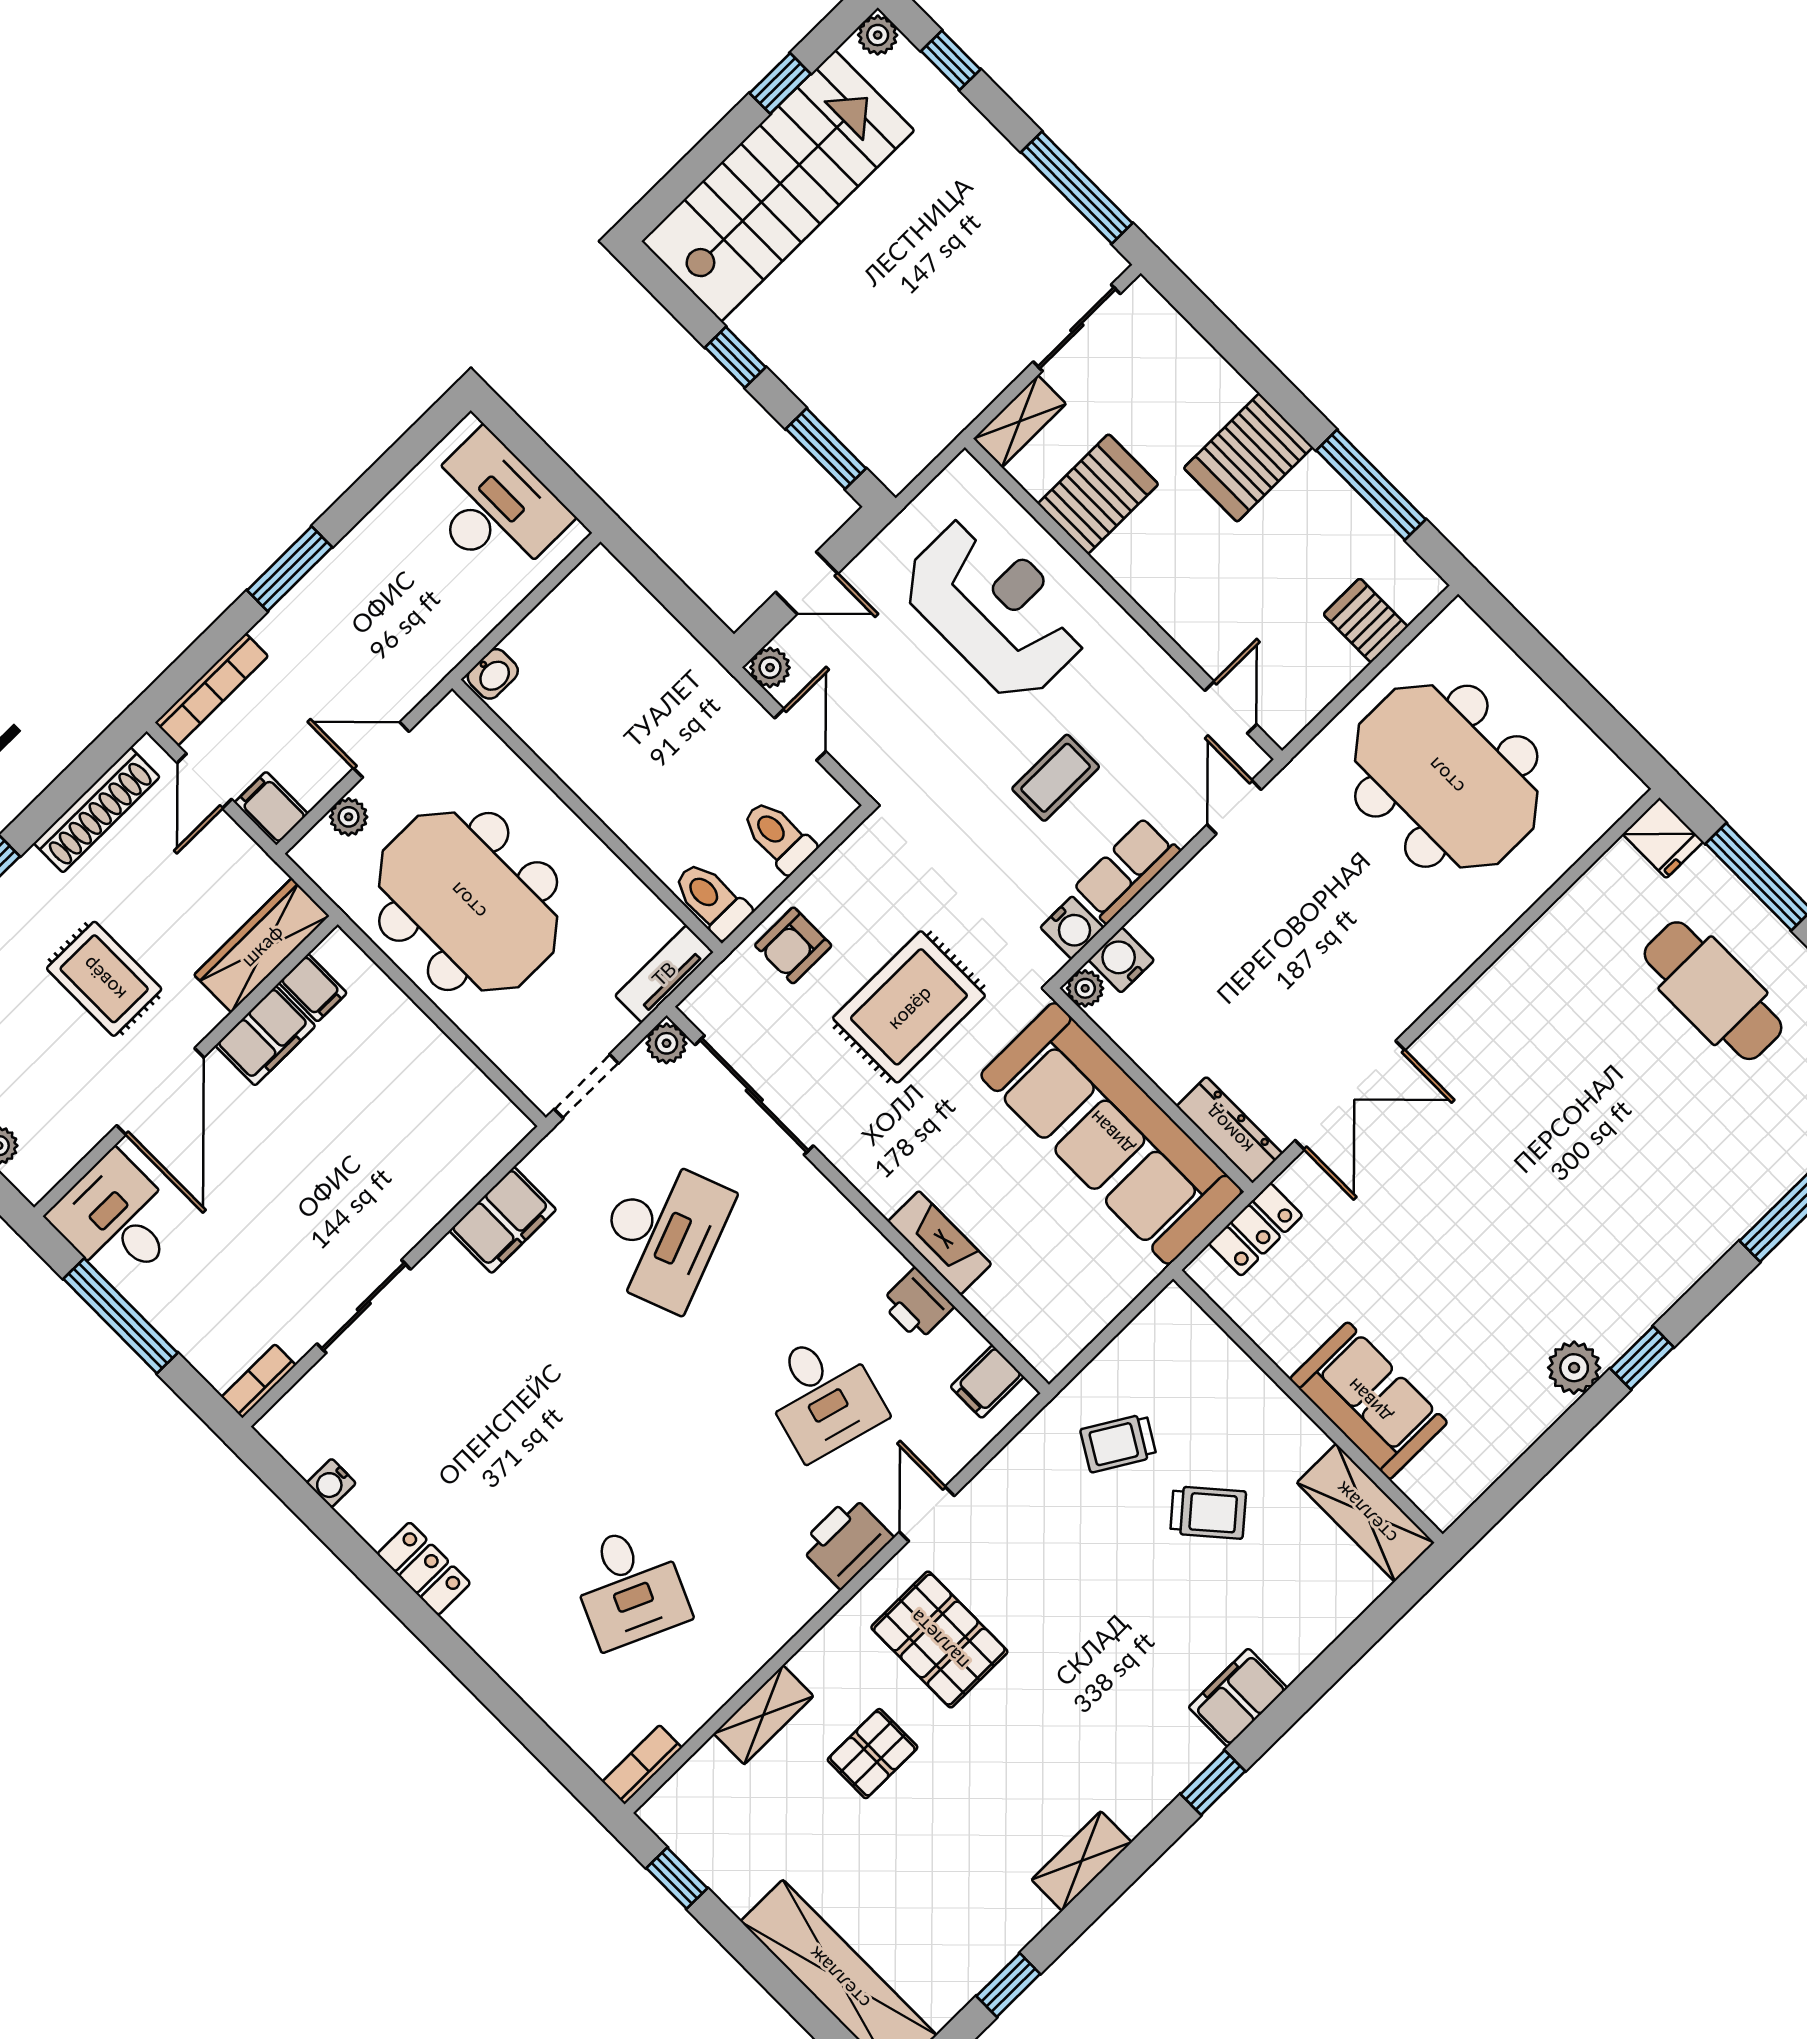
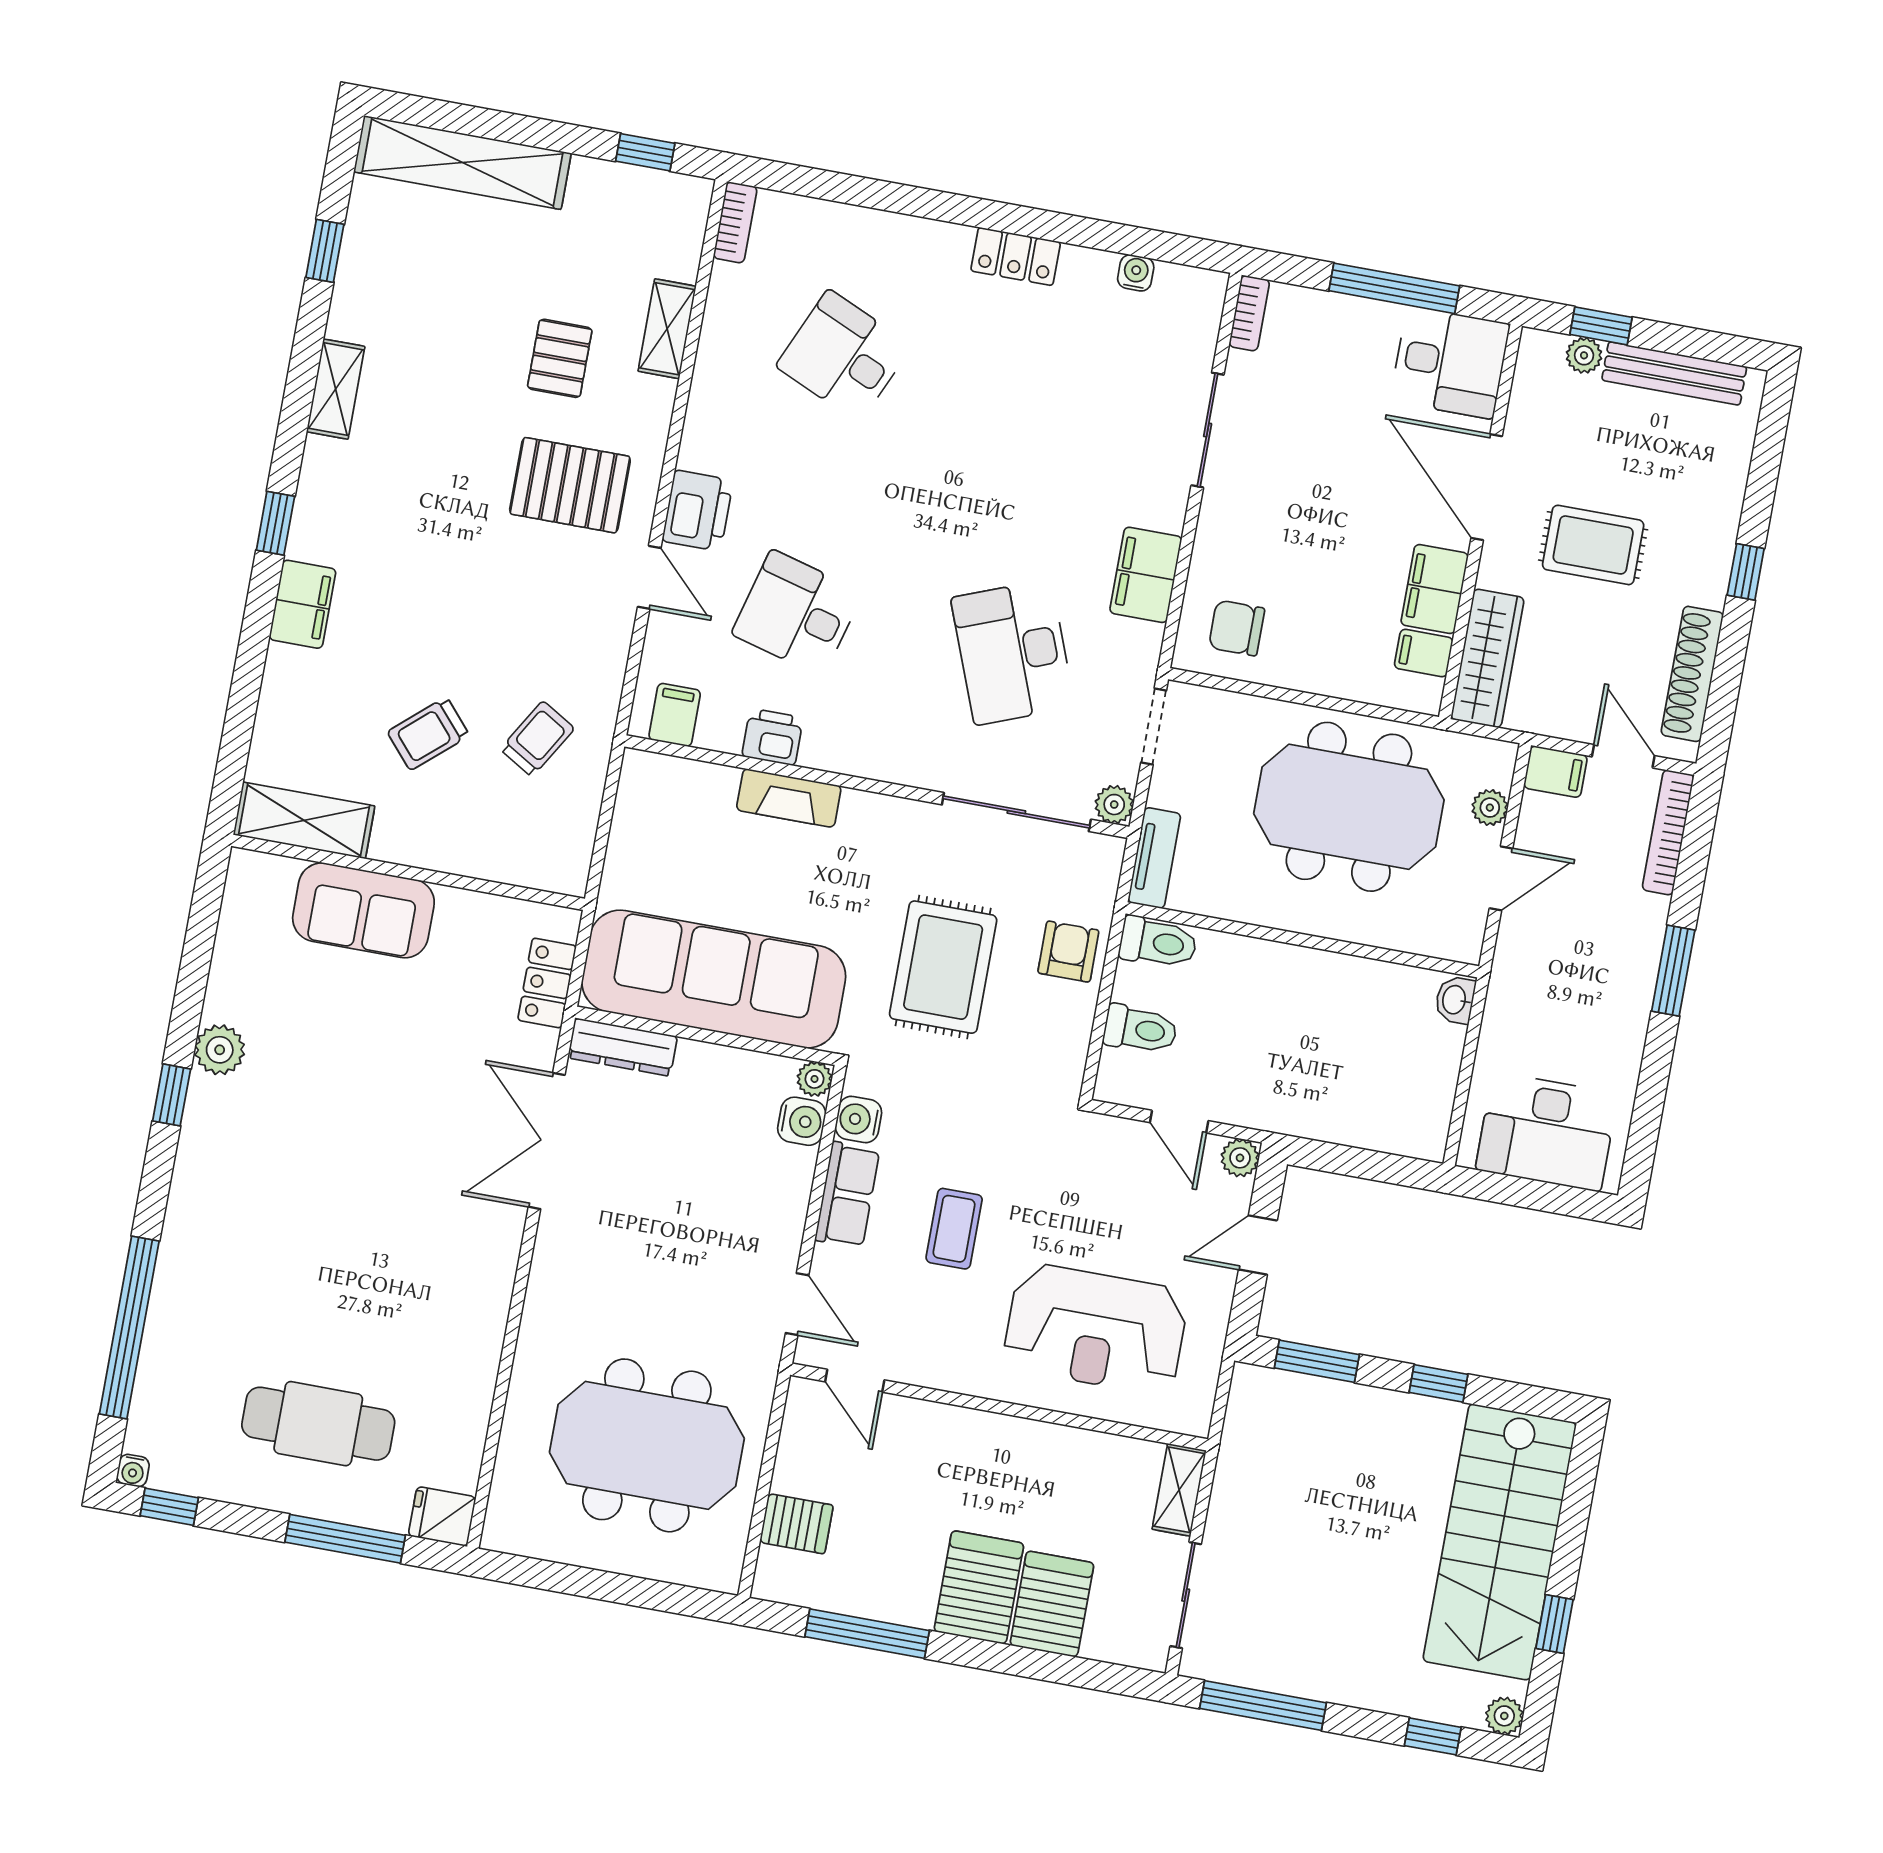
server rack: (1098, 494) -> (1052, 1604), moved, turned 180
chair: (457, 1121) -> (1237, 628), added

